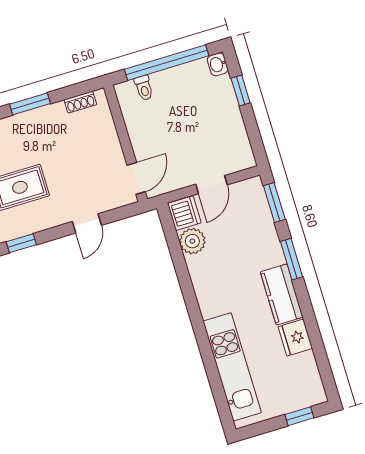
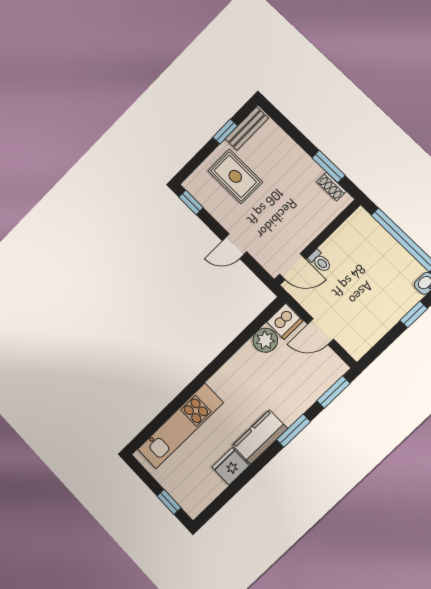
toilet: (144, 88) -> (320, 261), moved, turned -90
window: (30, 104) -> (329, 167), moved

